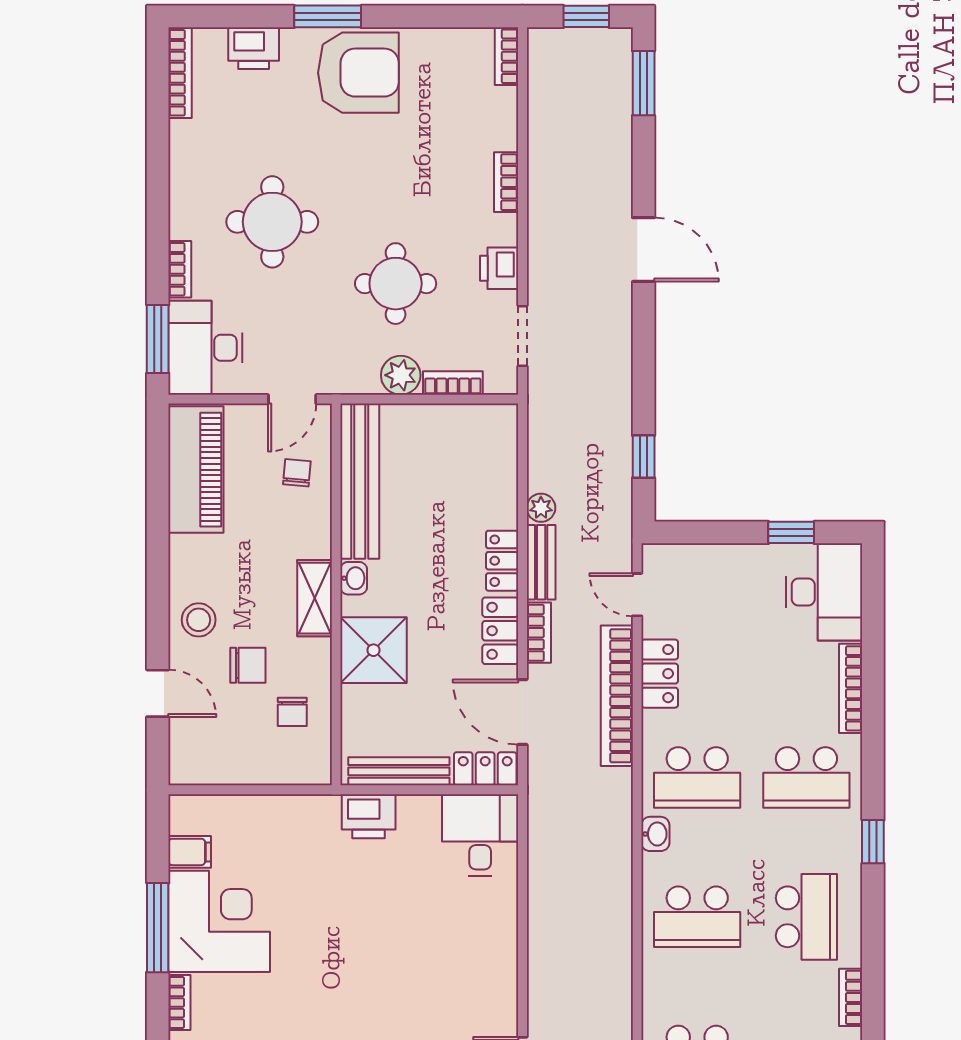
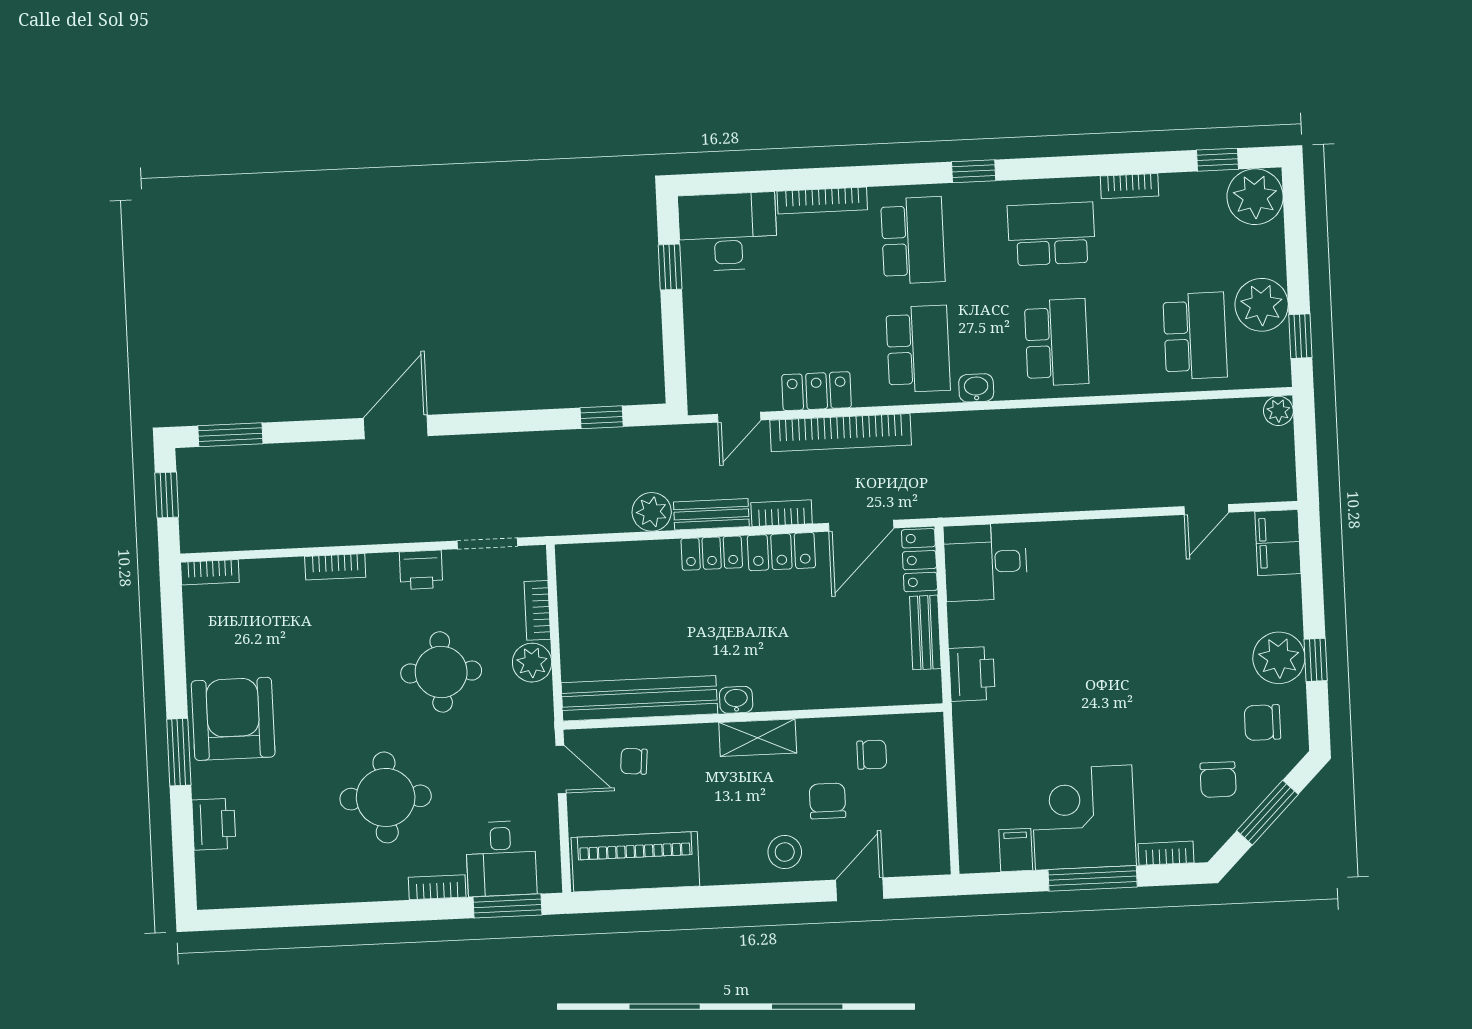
bookcase: (180, 73) -> (242, 896), removed
desk: (205, 348) -> (501, 859), width x0.73
plant: (541, 508) -> (652, 512), width x1.38, depth x1.38
shower: (373, 650) -> (807, 677), removed
bench: (399, 771) -> (925, 632), width x0.73

